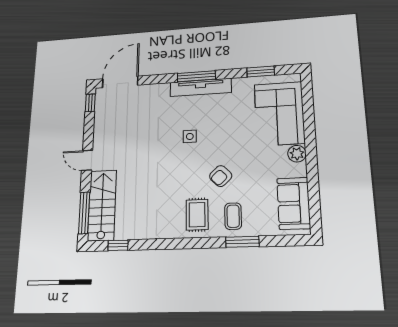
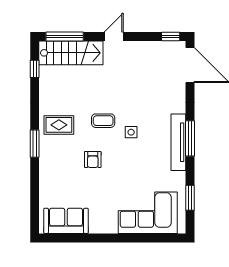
plant: (297, 154) -> (110, 226), removed
armchair: (221, 176) -> (93, 160), turned -136
rug: (197, 215) -> (59, 125), moved
coffee table: (233, 216) -> (103, 121), moved
window: (242, 242) -> (35, 144), moved

